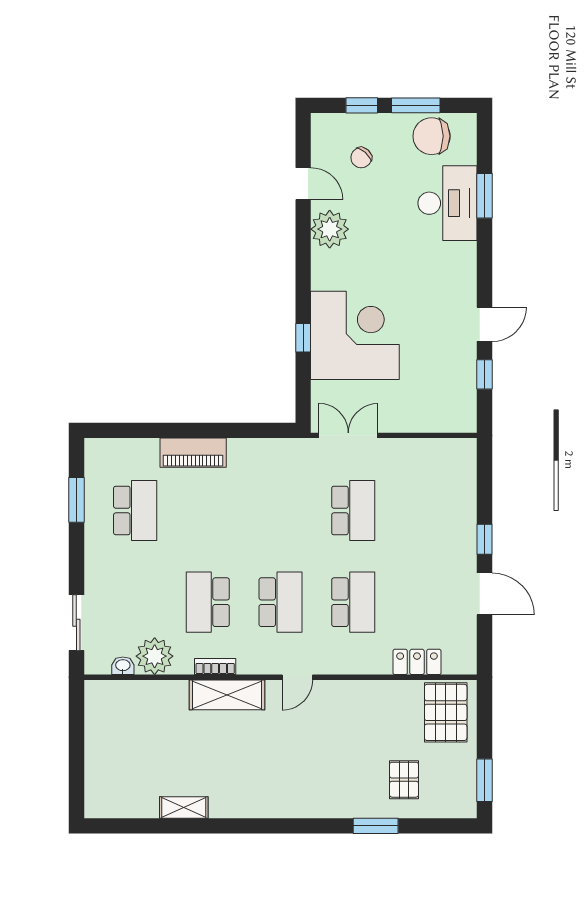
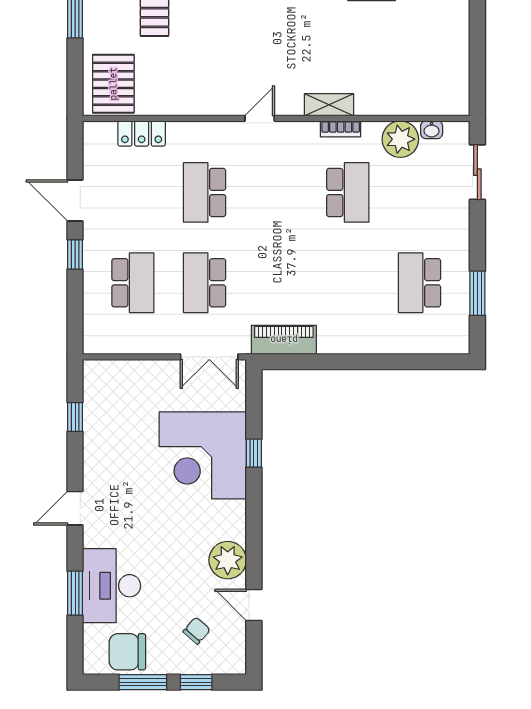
chair: (432, 136) -> (127, 652), turned 180
door: (485, 324) -> (75, 508), moved
piano: (193, 453) -> (284, 340), moved
school desk: (280, 602) -> (133, 283), moved, turned 180
shelving: (227, 695) -> (329, 105), width x0.67, depth x0.75

